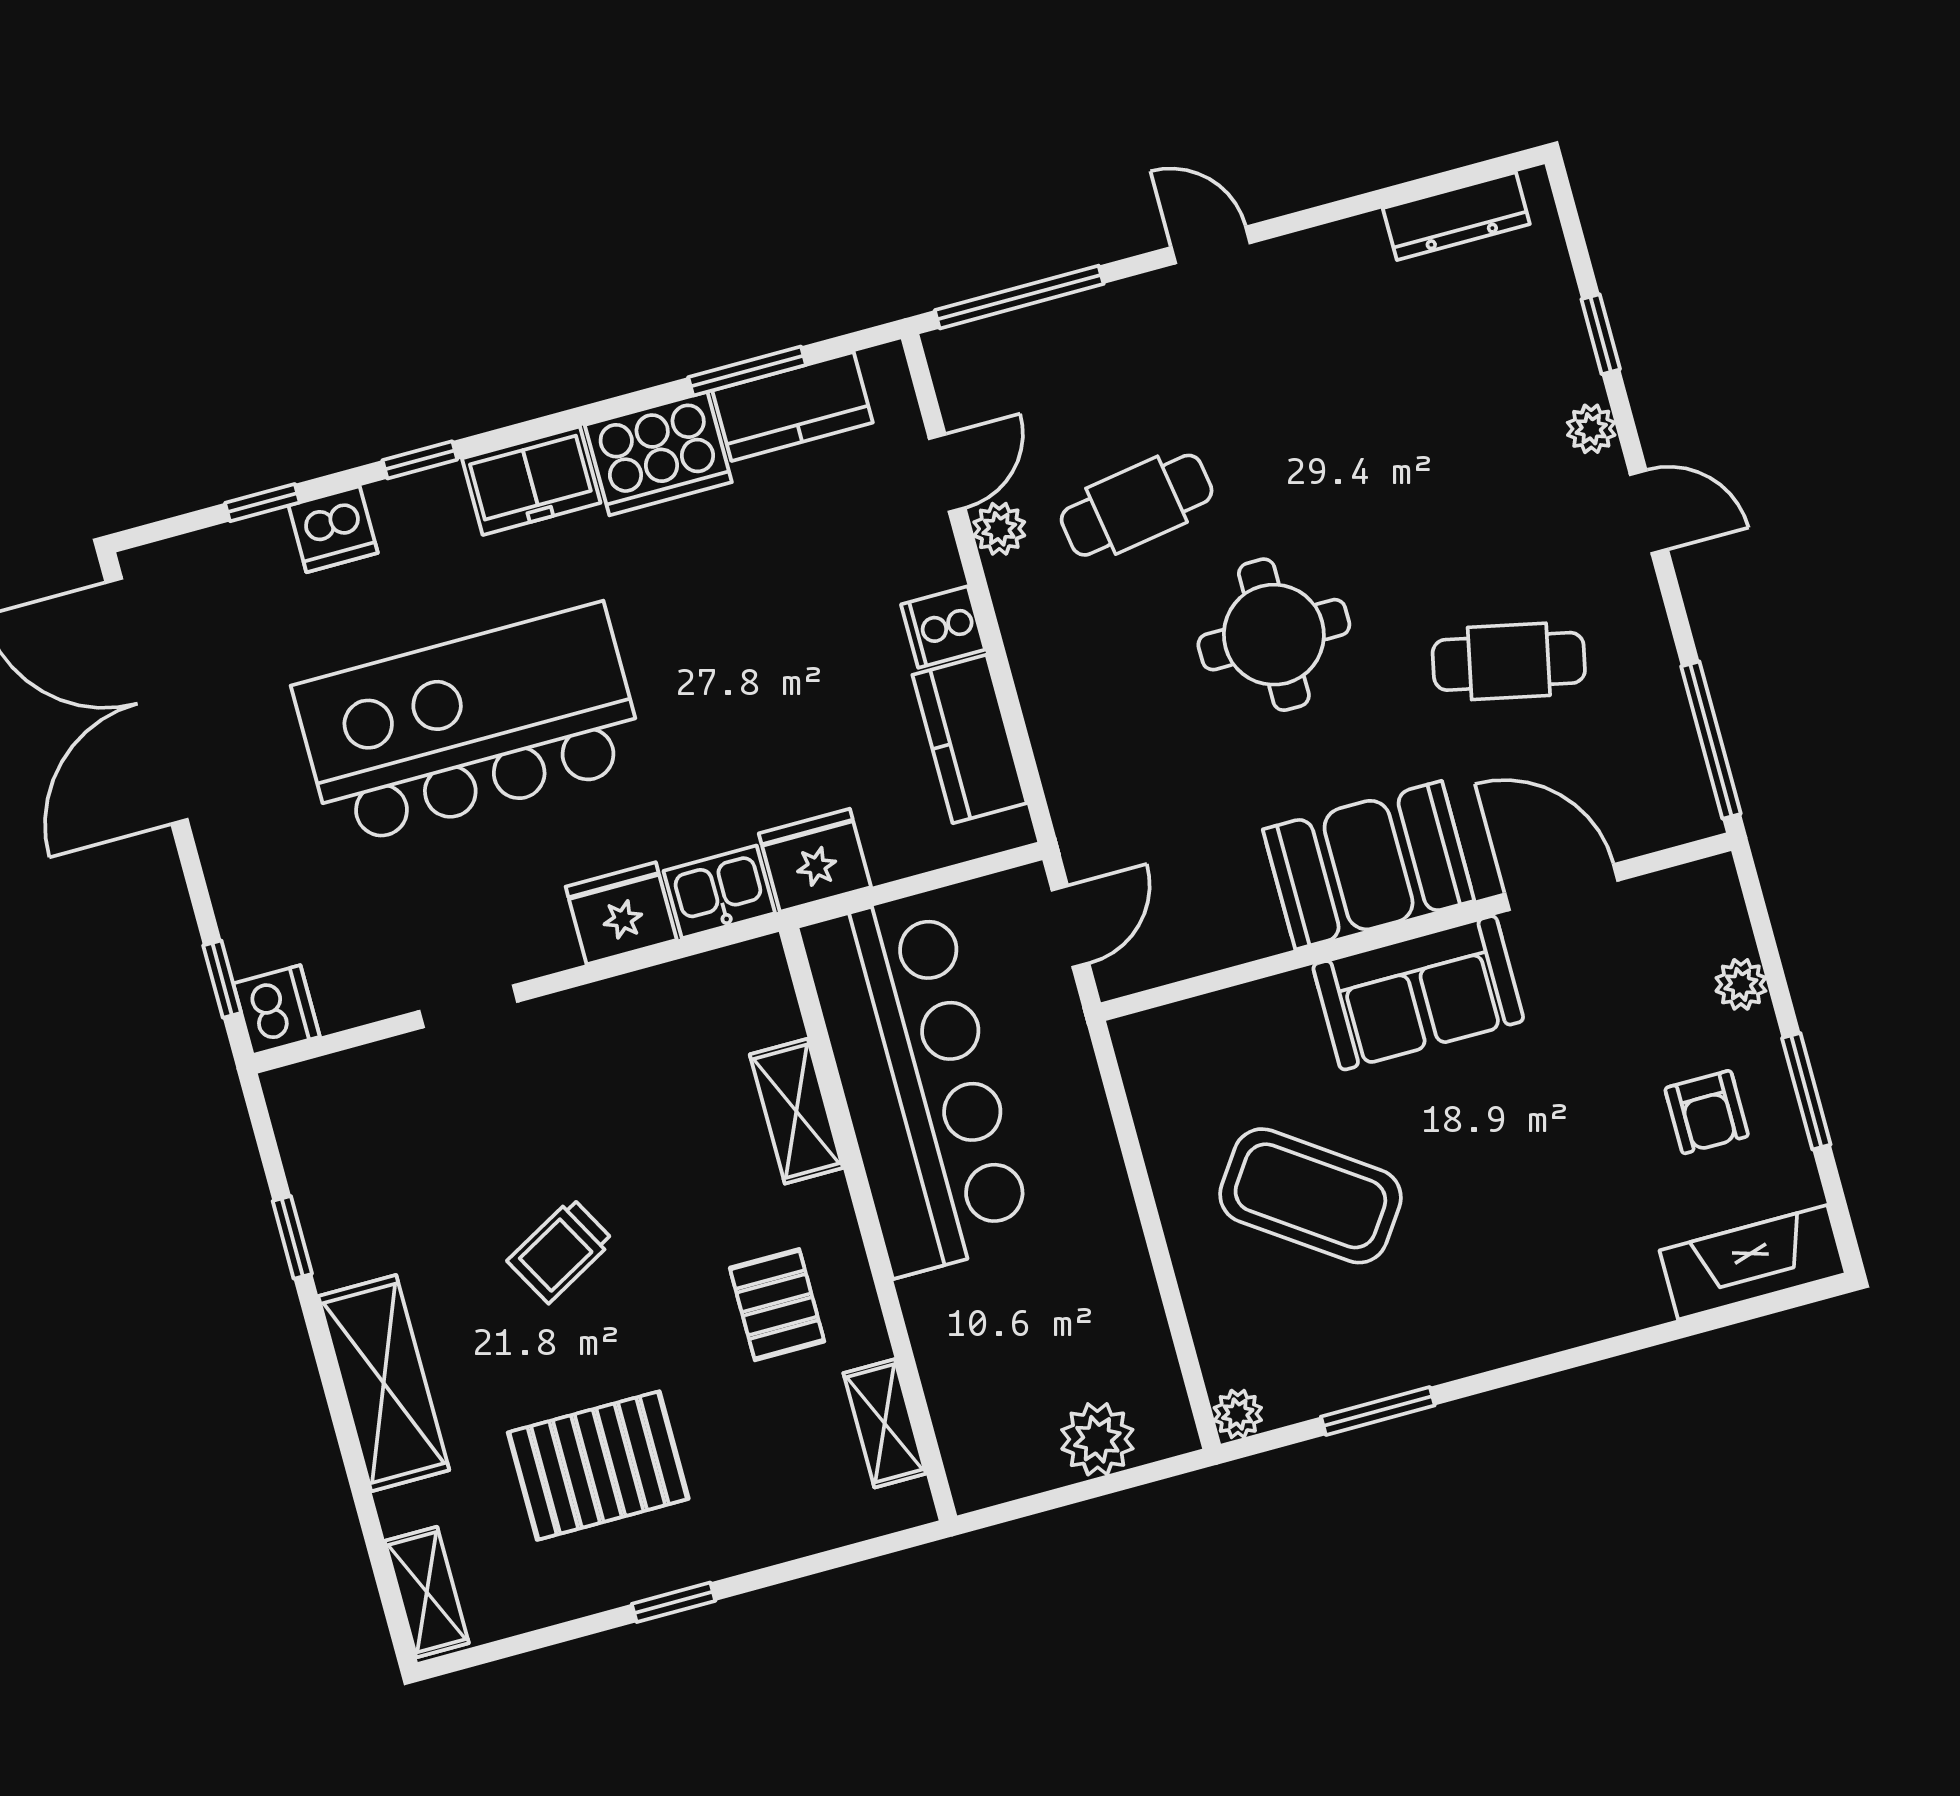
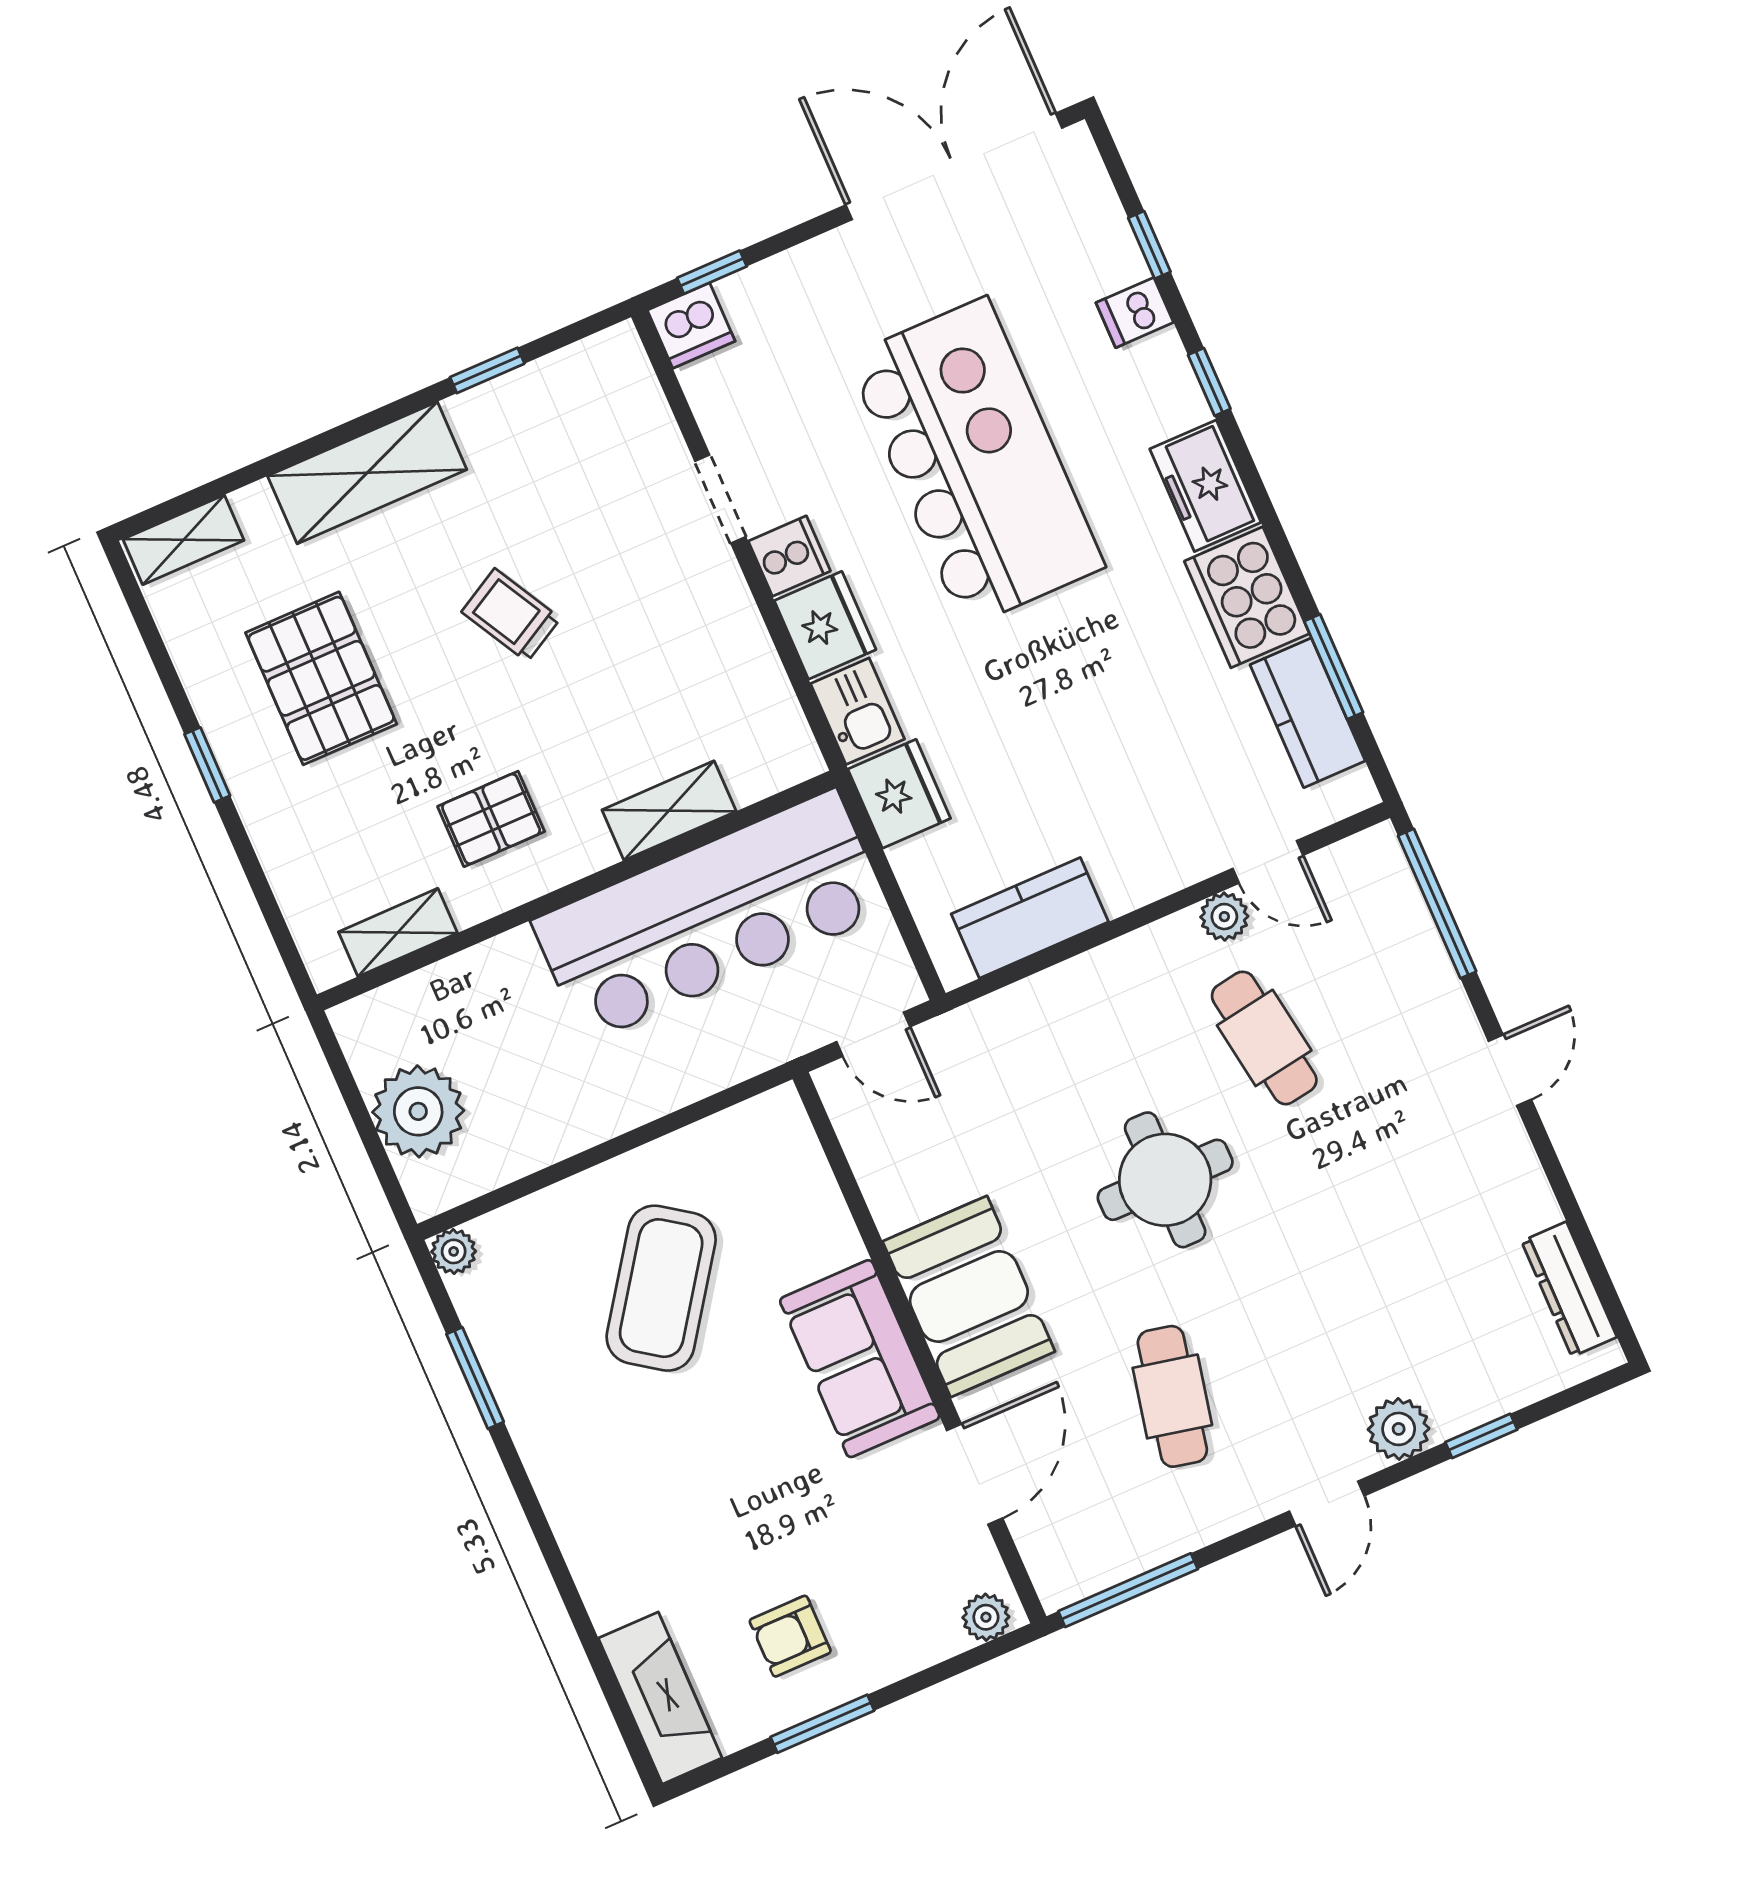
plant: (1591, 429) -> (1399, 1429), width x1.38, depth x1.38
dishwasher: (333, 529) -> (1135, 313), width x0.73
cooker: (943, 627) -> (789, 556), moved, turned 90
plant: (1741, 984) -> (986, 1617), moved
plant: (1097, 1439) -> (418, 1111), width x1.36, depth x1.36

